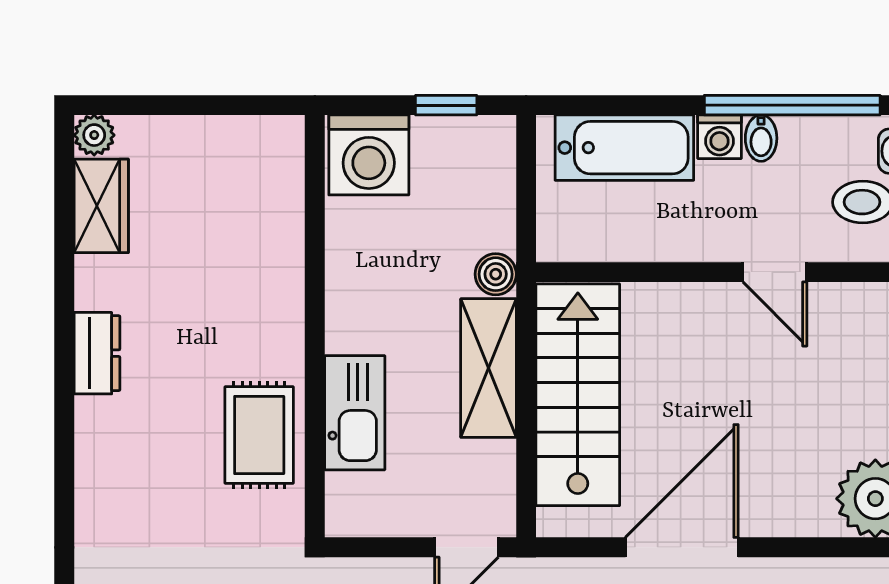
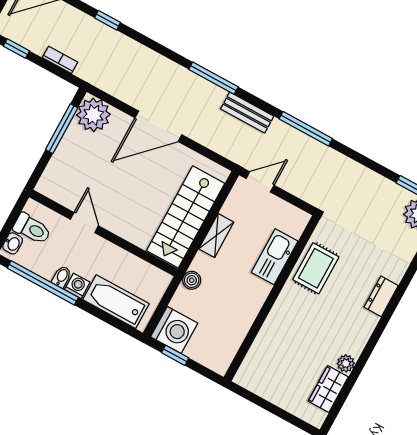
plant: (94, 135) -> (346, 363), moved
washing machine: (369, 155) -> (174, 330), moved, turned 90
dresser: (97, 353) -> (381, 296), moved
shelving: (488, 368) -> (216, 236), width x0.67, depth x0.75
door: (682, 547) -> (158, 126), moved

